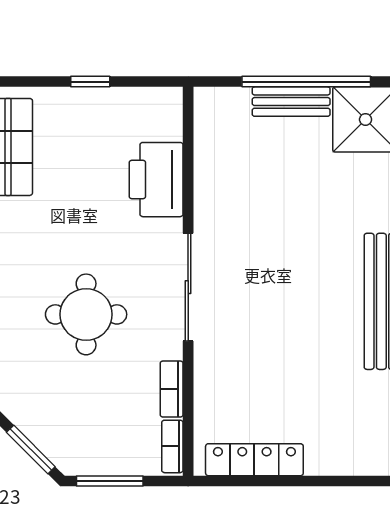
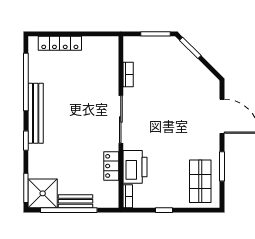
locker: (210, 182) -> (111, 166), added
round table: (86, 314) -> (166, 107), removed
bookcase: (172, 446) -> (128, 196), moved
locker: (254, 460) -> (60, 43), moved

